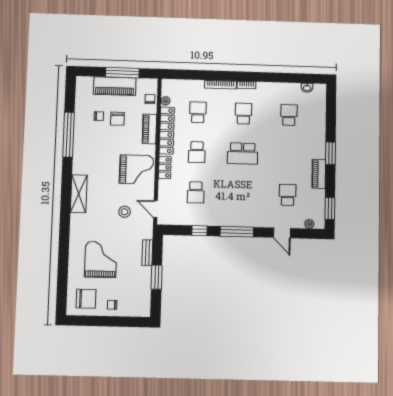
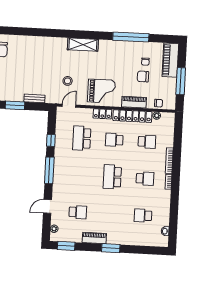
piano: (115, 86) -> (170, 60), moved
school desk: (289, 115) -> (143, 216), turned 180
grand piano: (136, 169) -> (101, 91), turned -90
school desk: (196, 192) -> (82, 138), width x1.85
grand piano: (101, 259) -> (30, 61), removed

